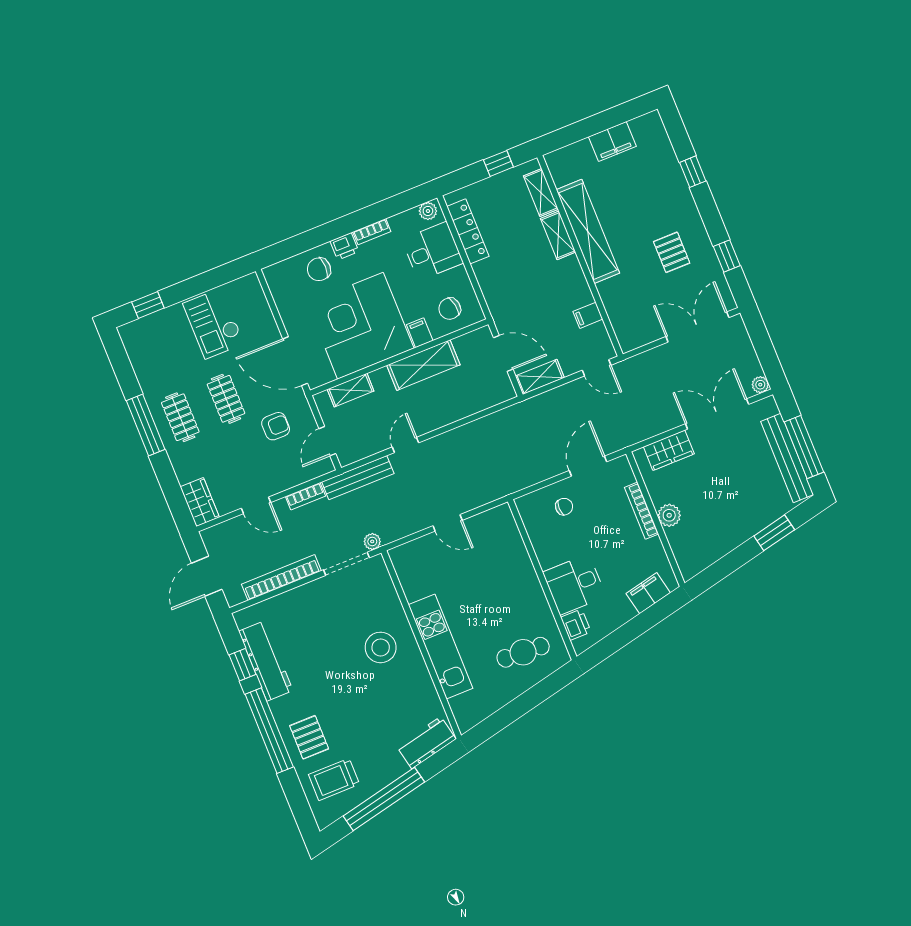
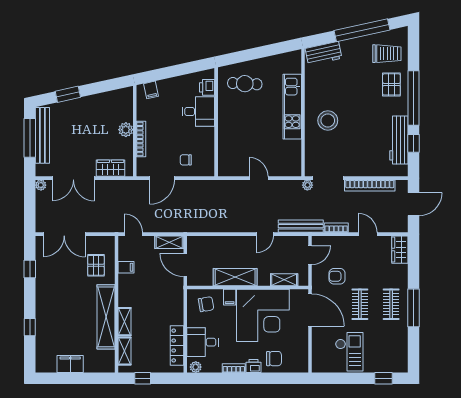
pallet: (672, 252) -> (96, 265), moved
filing cabinet: (648, 593) -> (151, 90), width x0.50

